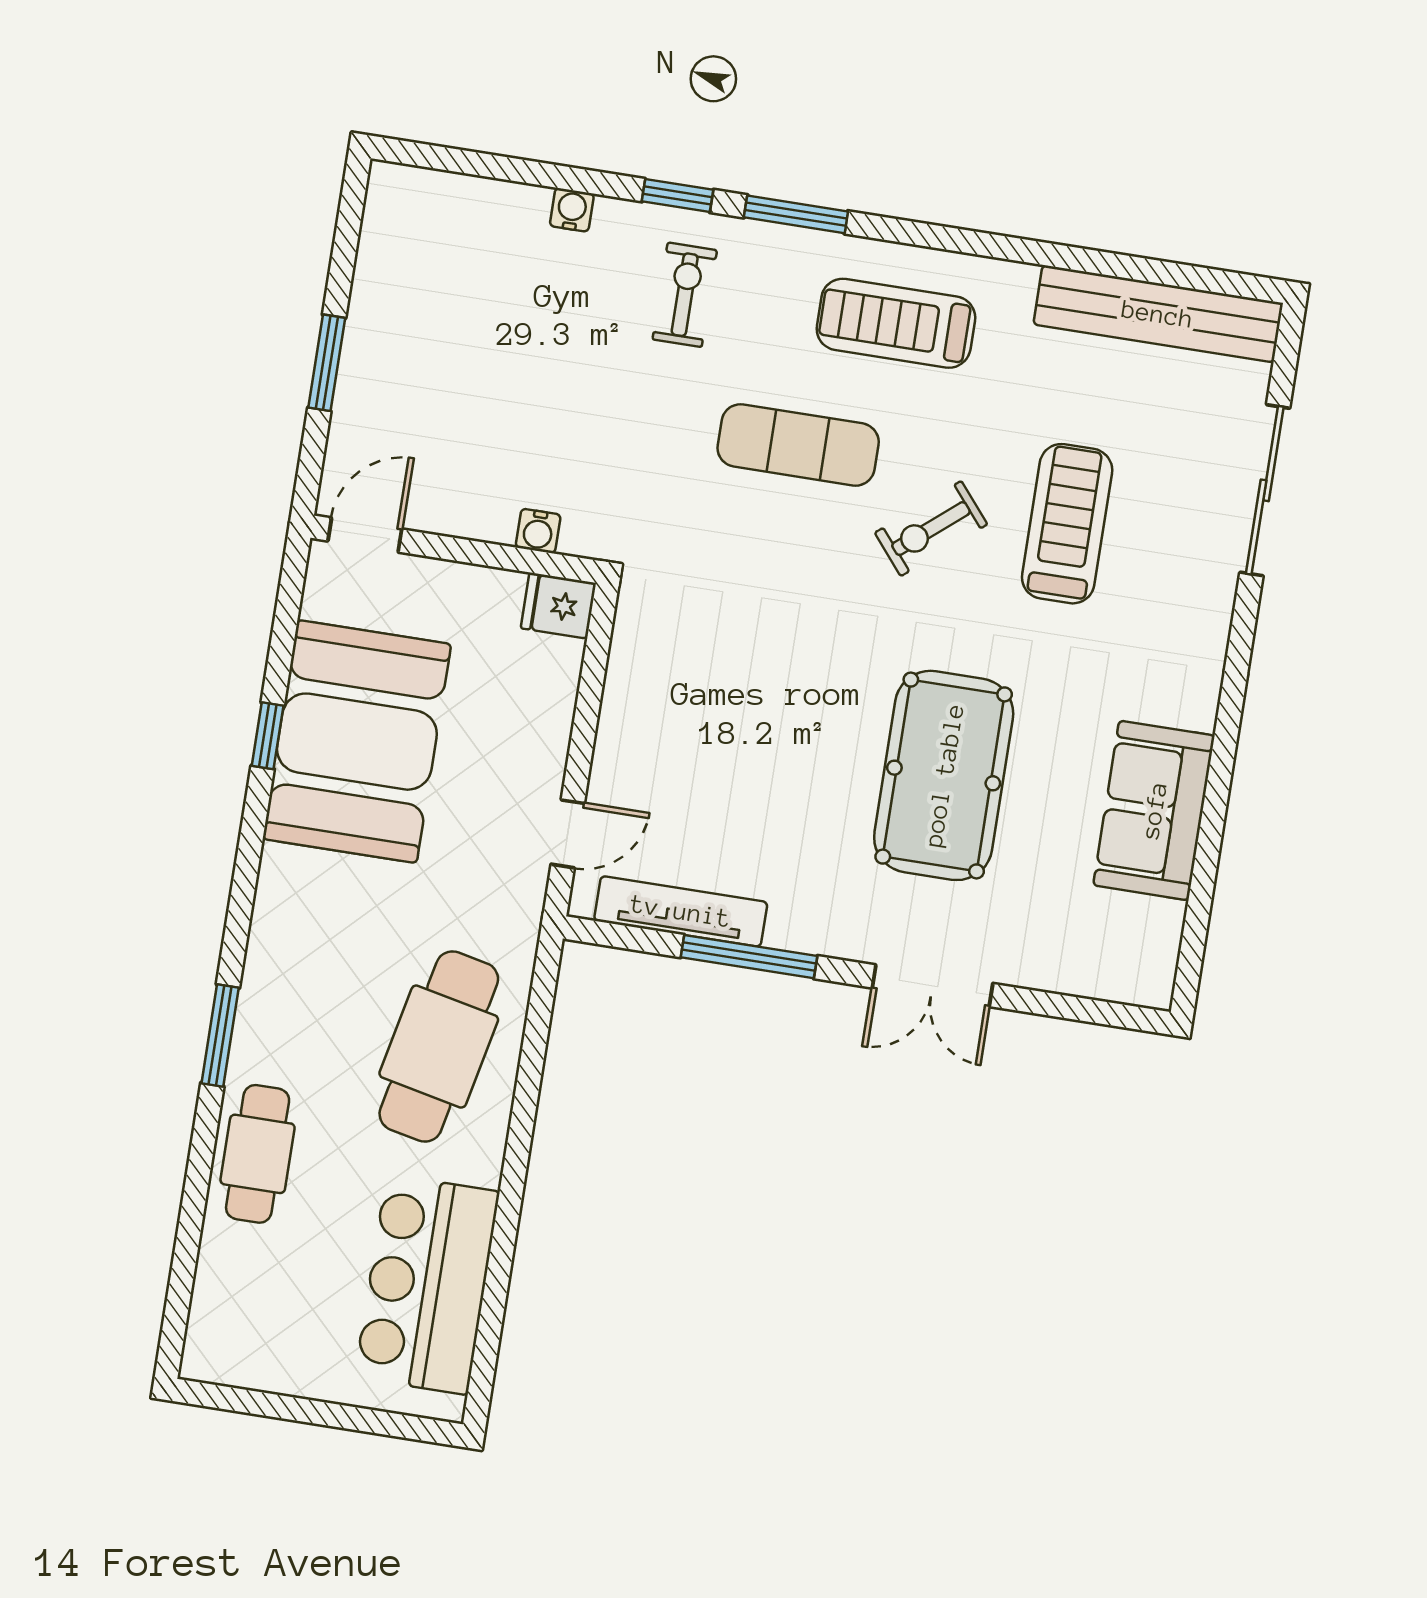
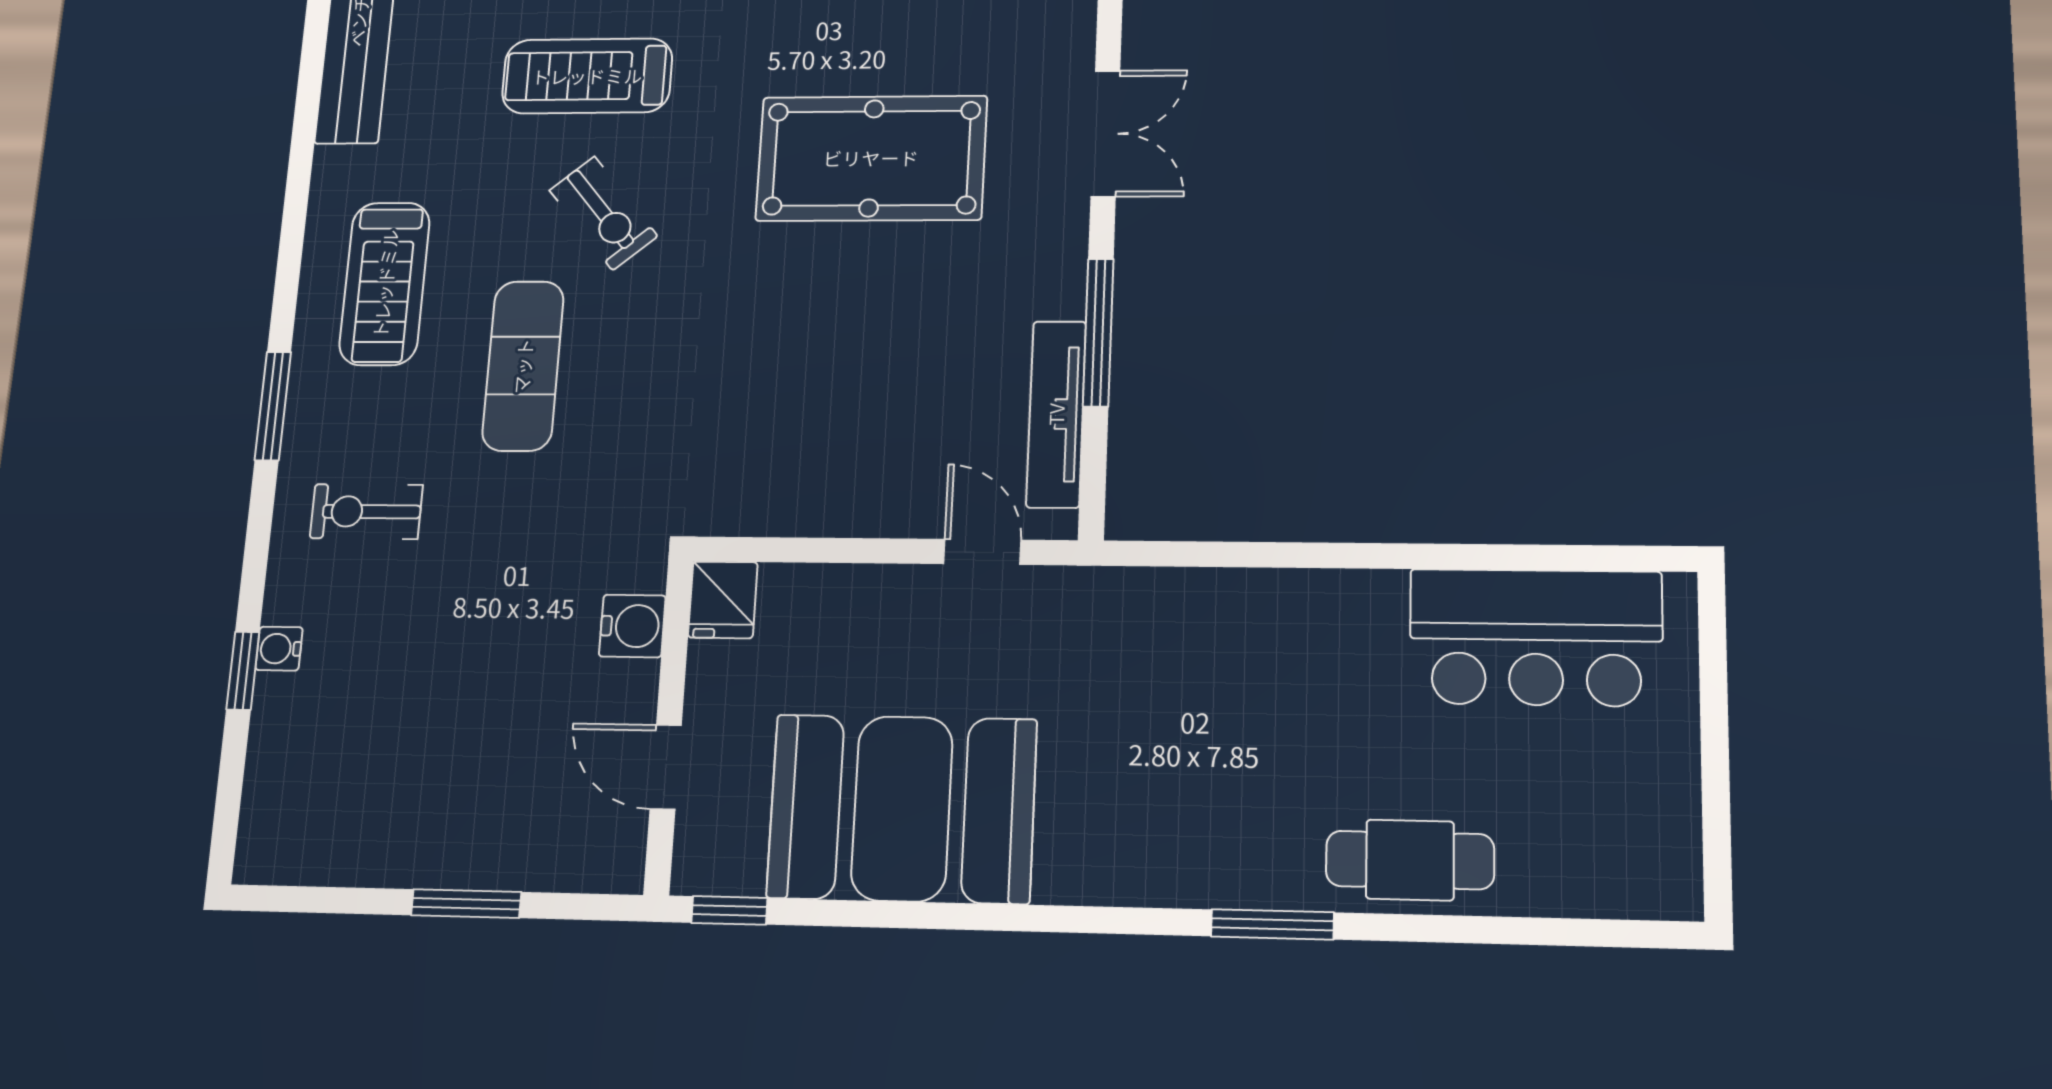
window: (678, 196) -> (243, 671), moved
water cooler: (538, 531) -> (632, 626), width x1.38, depth x1.38
door: (365, 535) -> (666, 767), moved
window: (268, 736) -> (729, 910), moved
cafe table: (439, 1047) -> (1249, 663), removed

